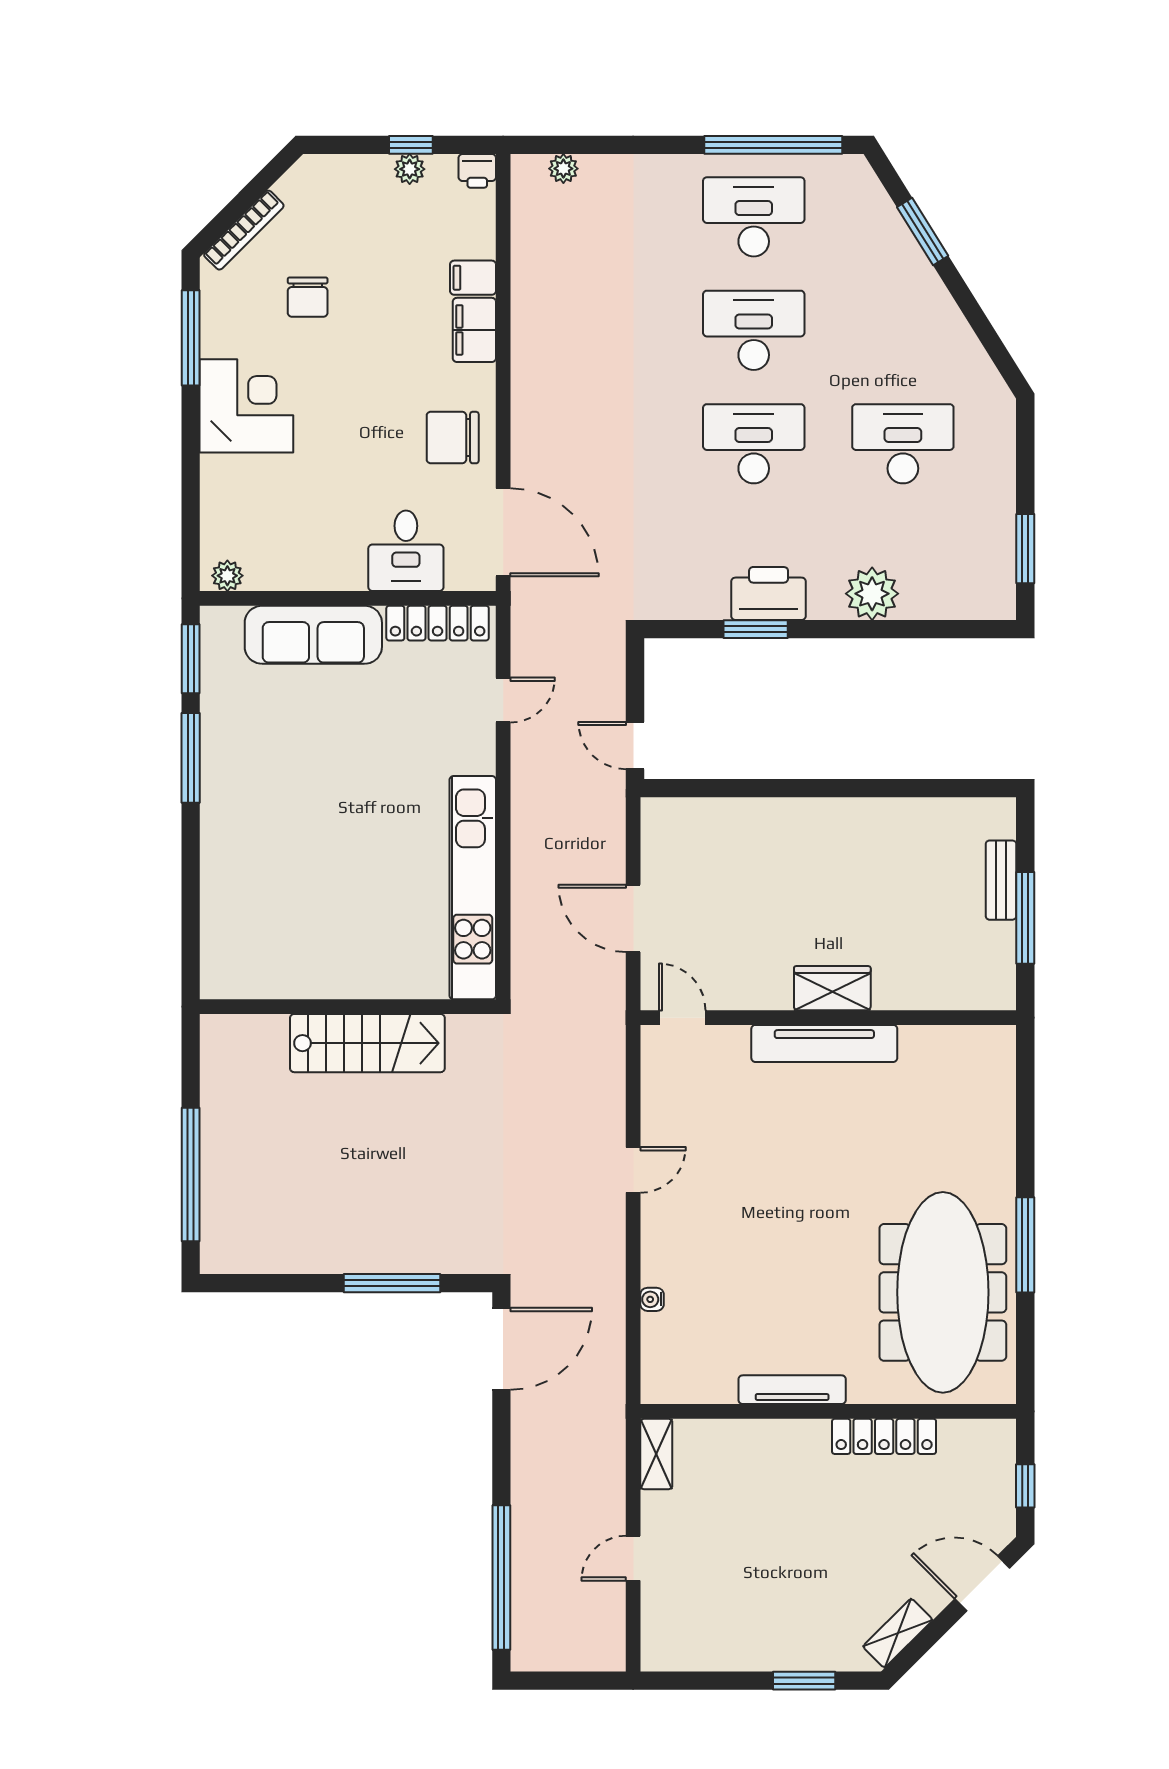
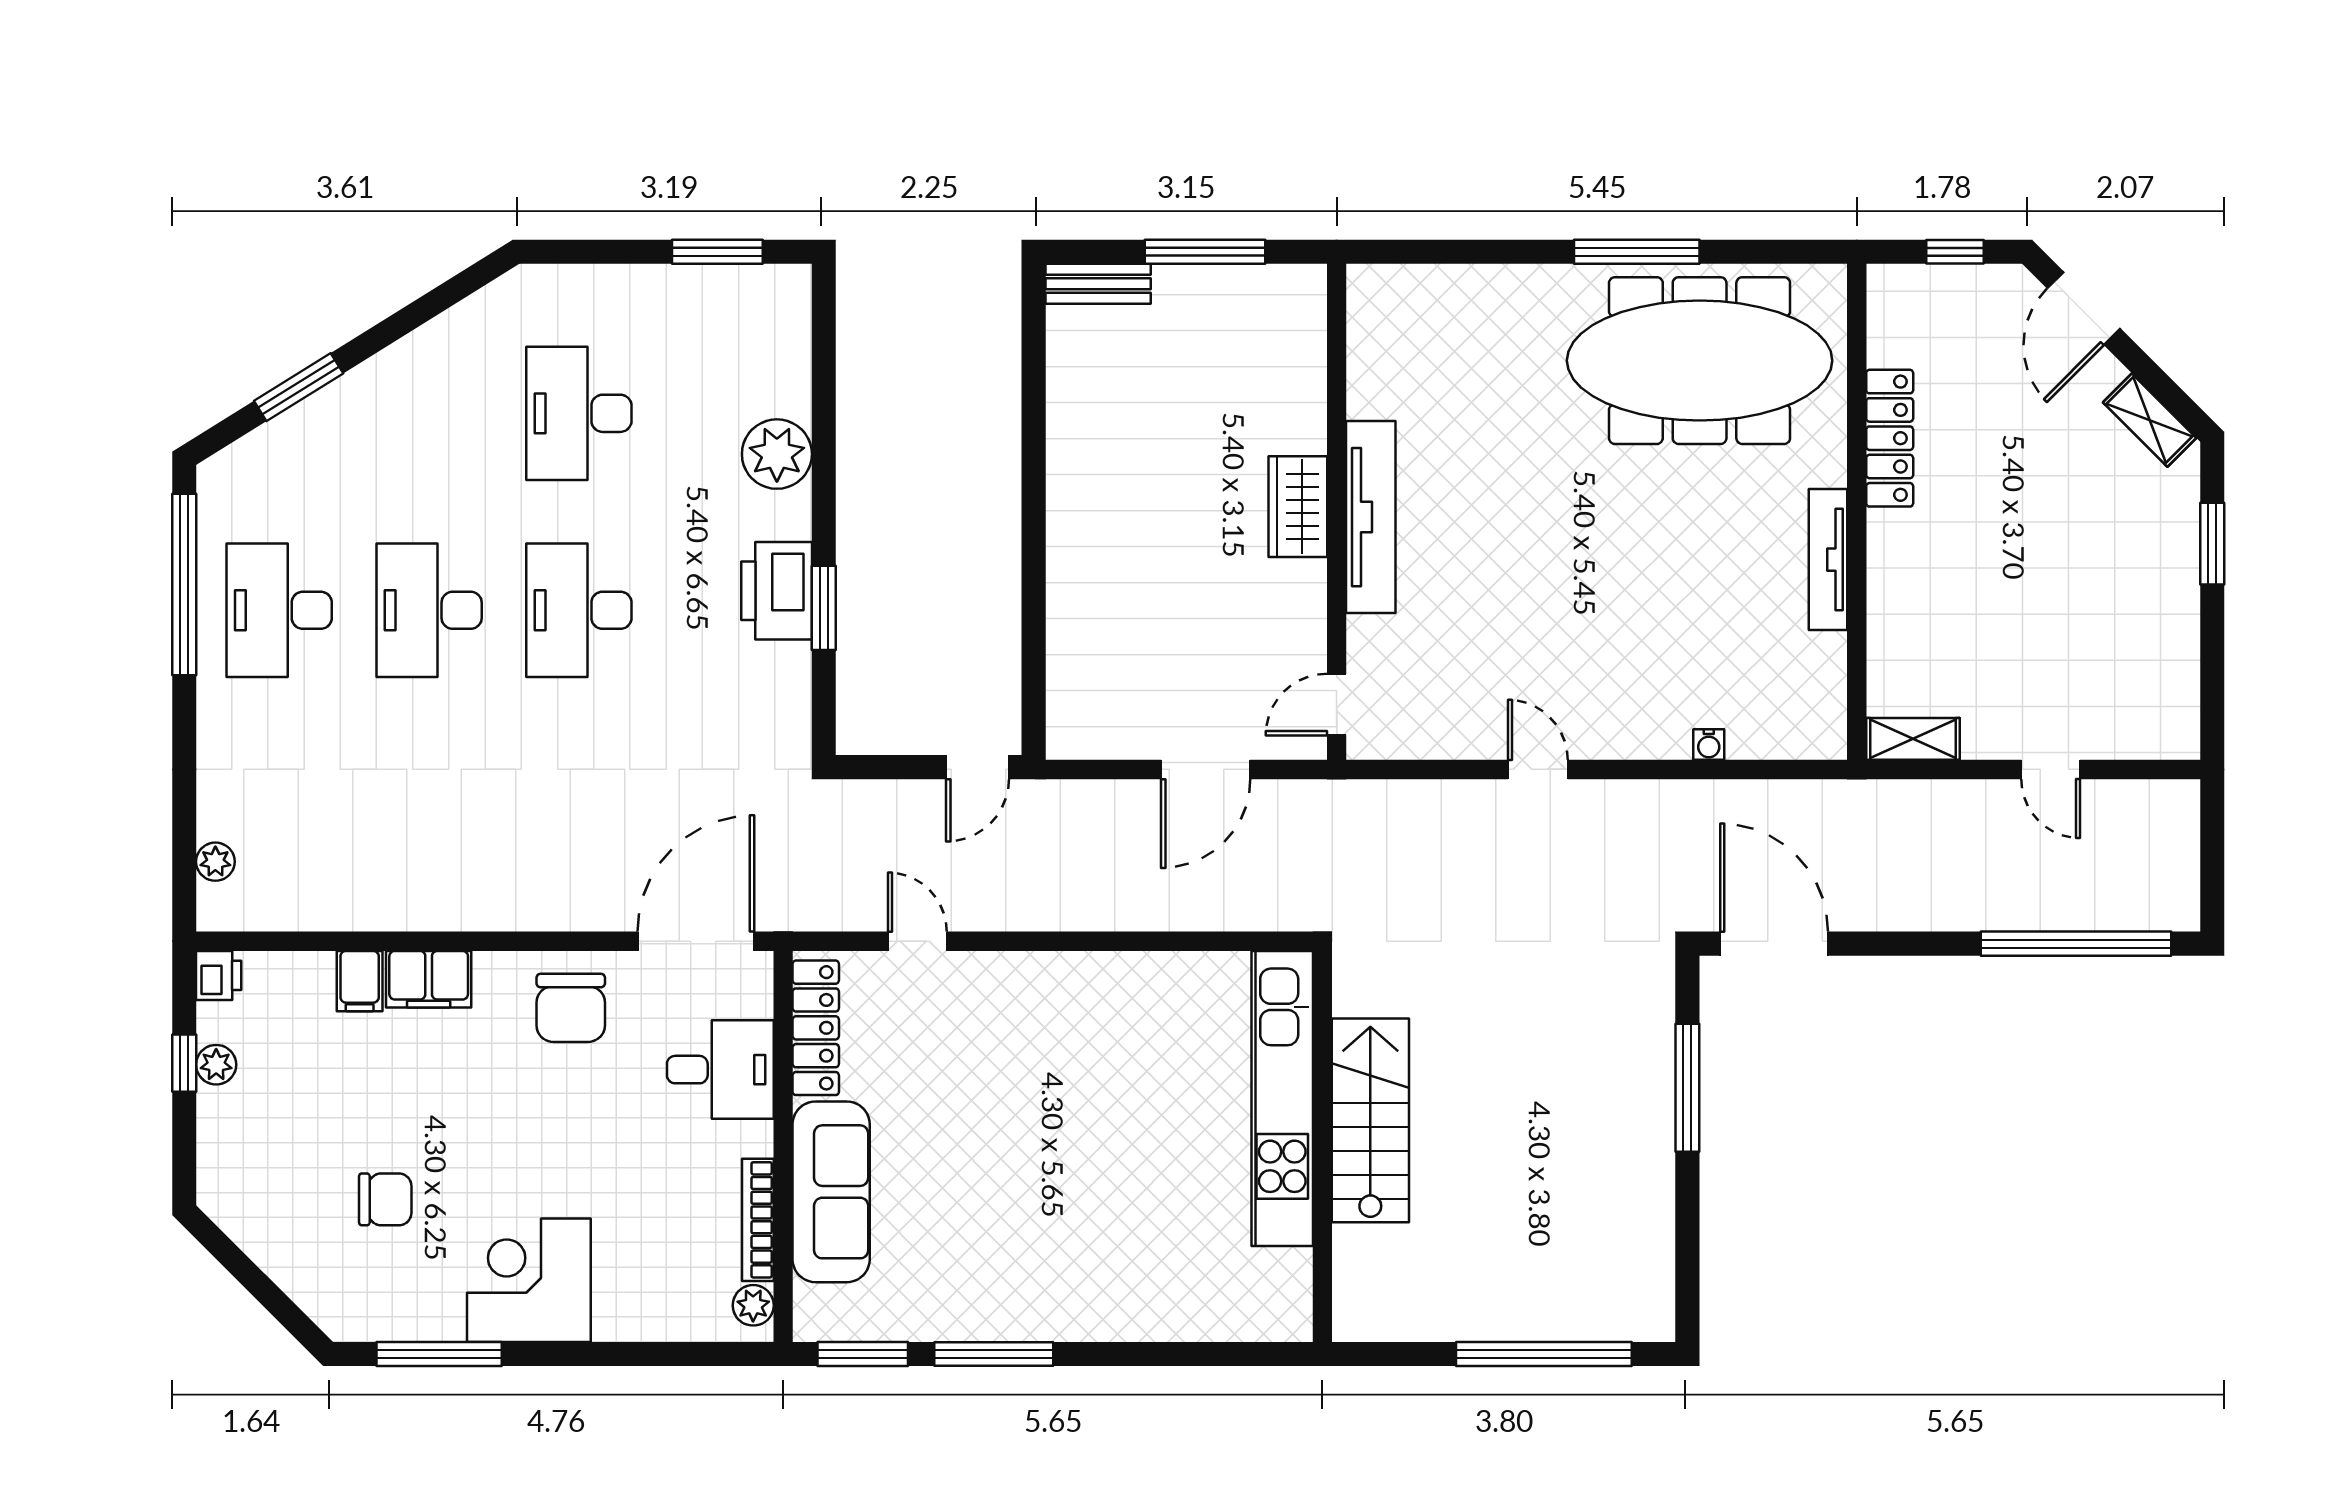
bookcase: (244, 230) -> (758, 1220), moved, turned -135
bench: (1001, 880) -> (1098, 284), moved
kitchen unit: (473, 888) -> (1282, 1098), moved, turned 90

